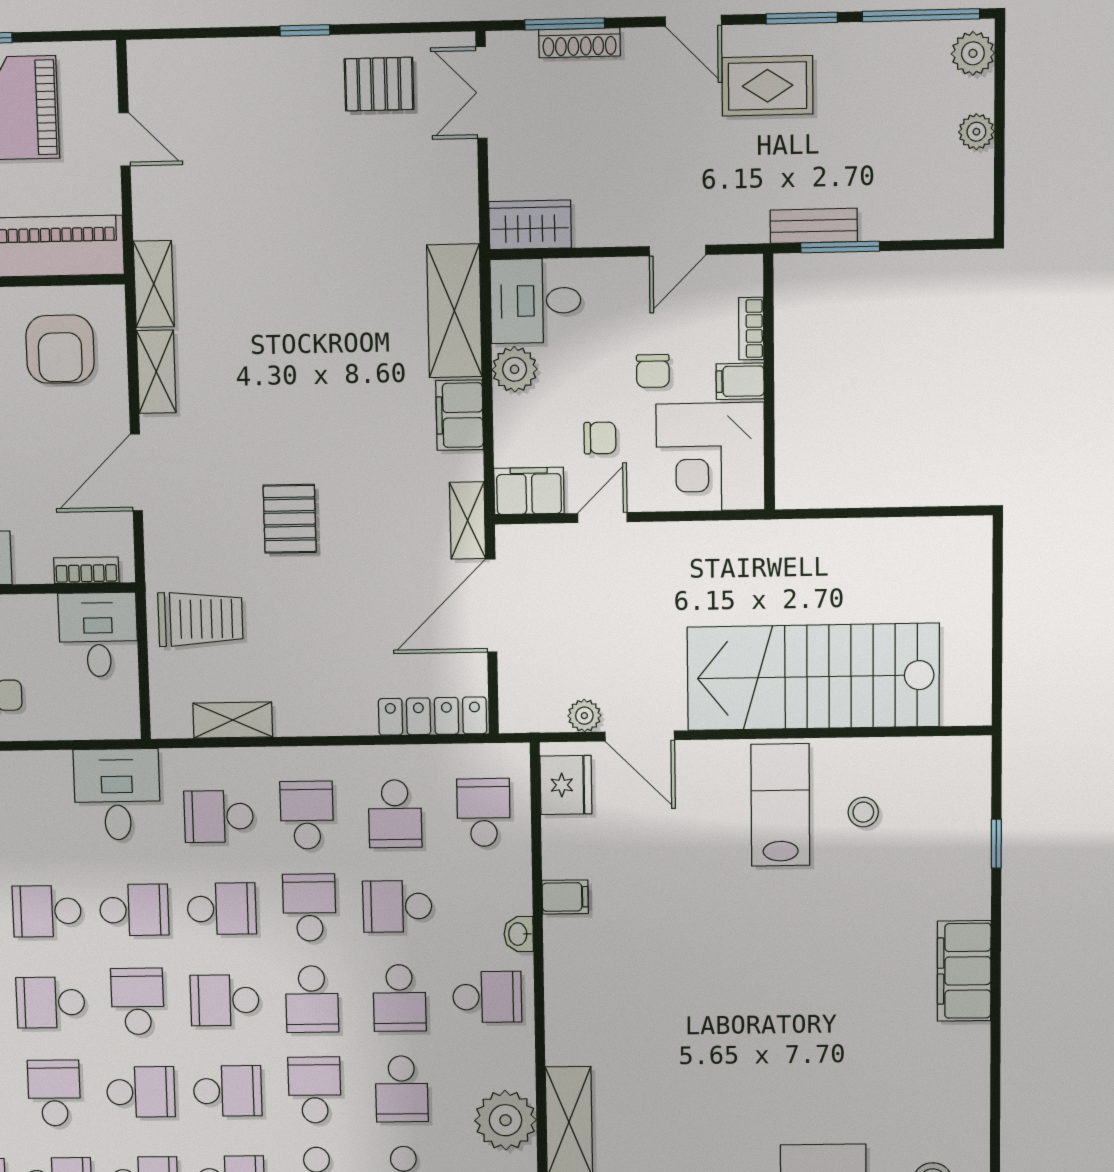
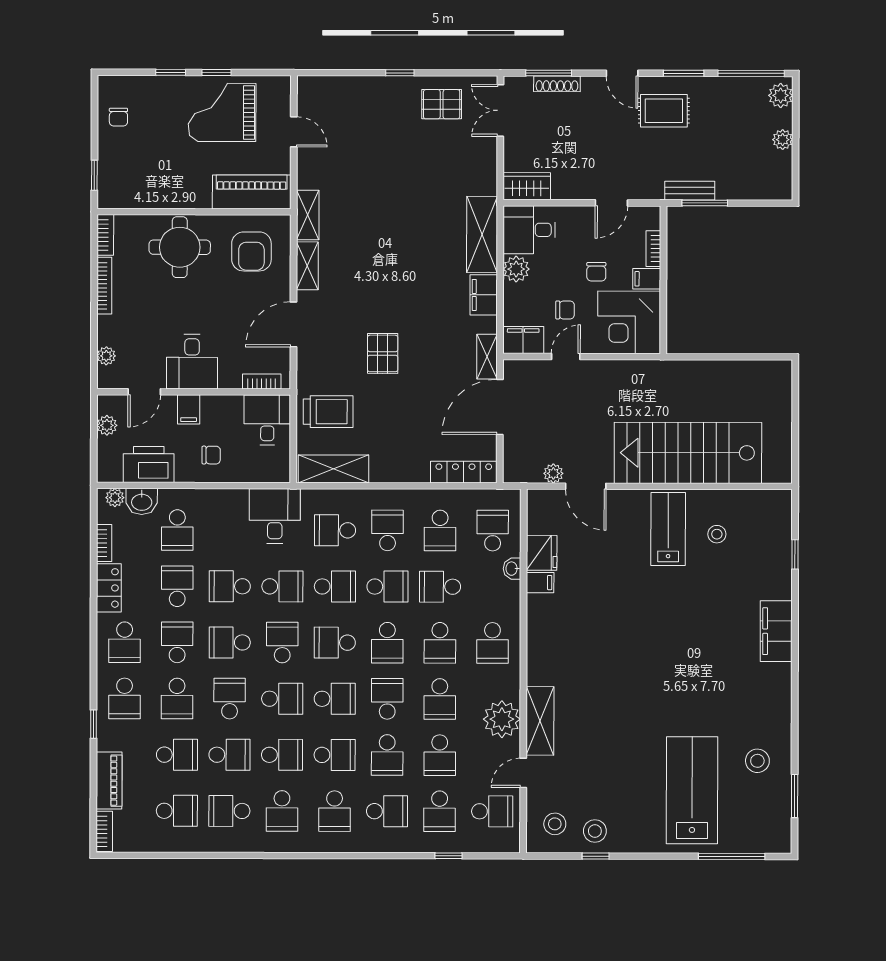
shelving: (233, 720) -> (334, 469), width x1.50, depth x1.33
fridge: (566, 785) -> (542, 553), moved
school desk: (309, 908) -> (387, 587), turned 90
washbasin: (519, 934) -> (512, 569), moved
school desk: (487, 997) -> (492, 643), turned 90

